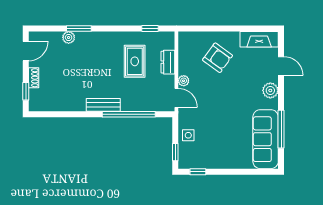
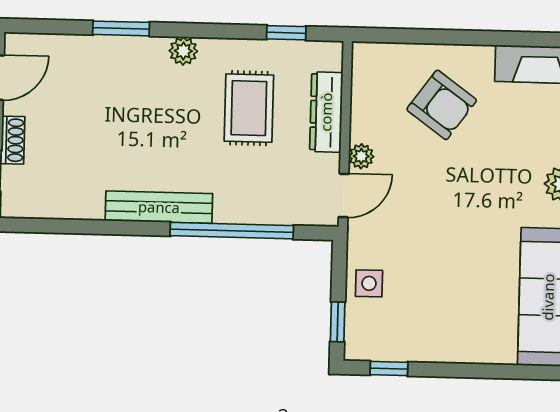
plant: (69, 37) -> (183, 51), moved
dresser: (168, 62) -> (326, 112), width x1.44
door: (176, 98) -> (344, 195), hinge flipped
bench: (103, 105) -> (159, 207), width x1.36

